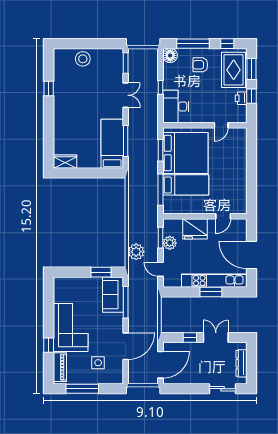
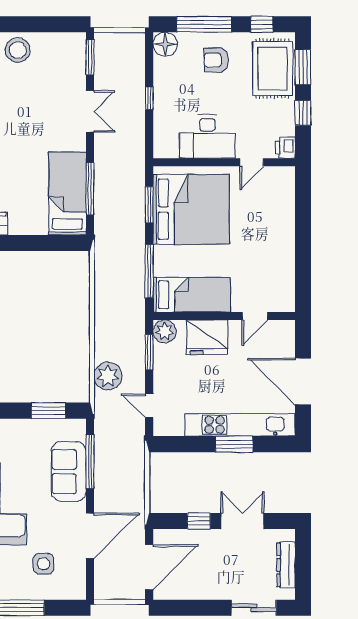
printer: (241, 98) -> (285, 148), moved
desk: (176, 107) -> (207, 137), moved, turned -90
bed: (186, 185) -> (192, 295), moved
plant: (170, 243) -> (165, 331), moved
sofa: (113, 295) -> (69, 471), moved

